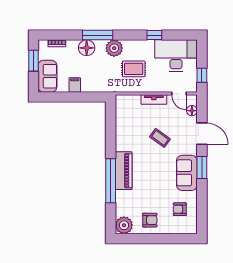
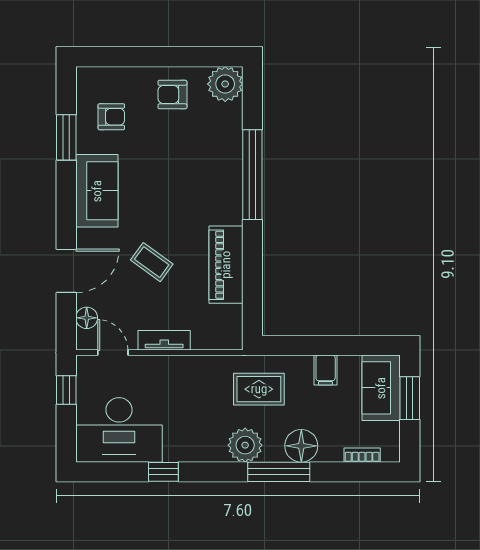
window: (33, 61) -> (410, 398), moved
rug: (134, 69) -> (259, 389), moved
door: (202, 134) -> (66, 271), swing flipped
window: (202, 167) -> (66, 137), moved
piano: (124, 171) -> (226, 265), moved

